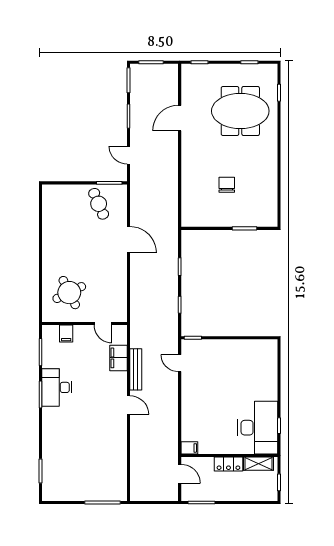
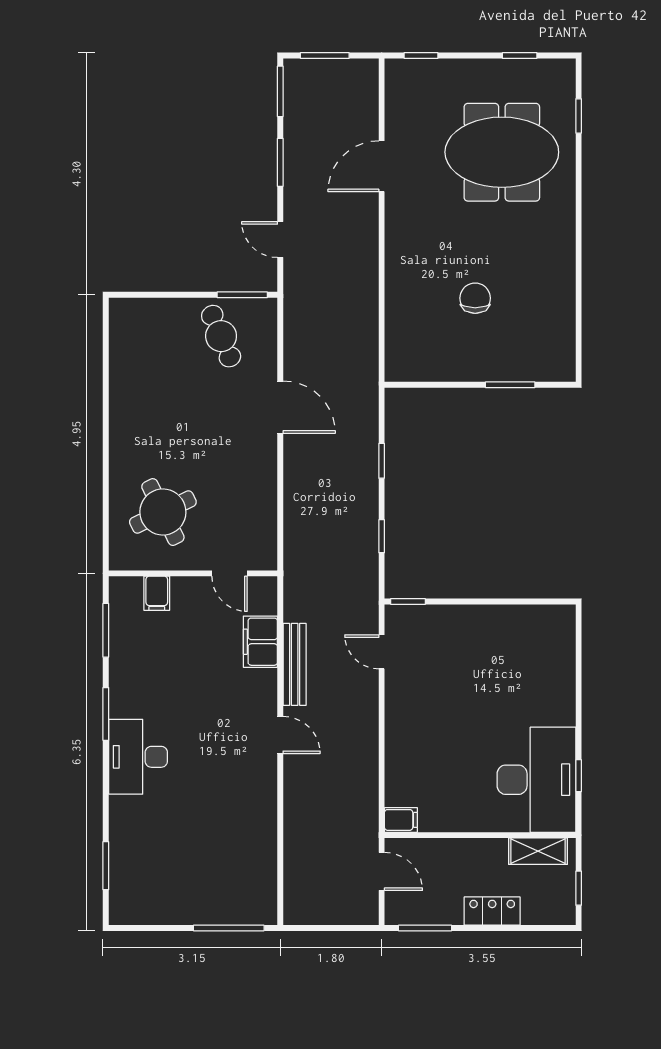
desk: (57, 387) -> (138, 757), moved
locker: (228, 464) -> (492, 911), moved, turned 180

